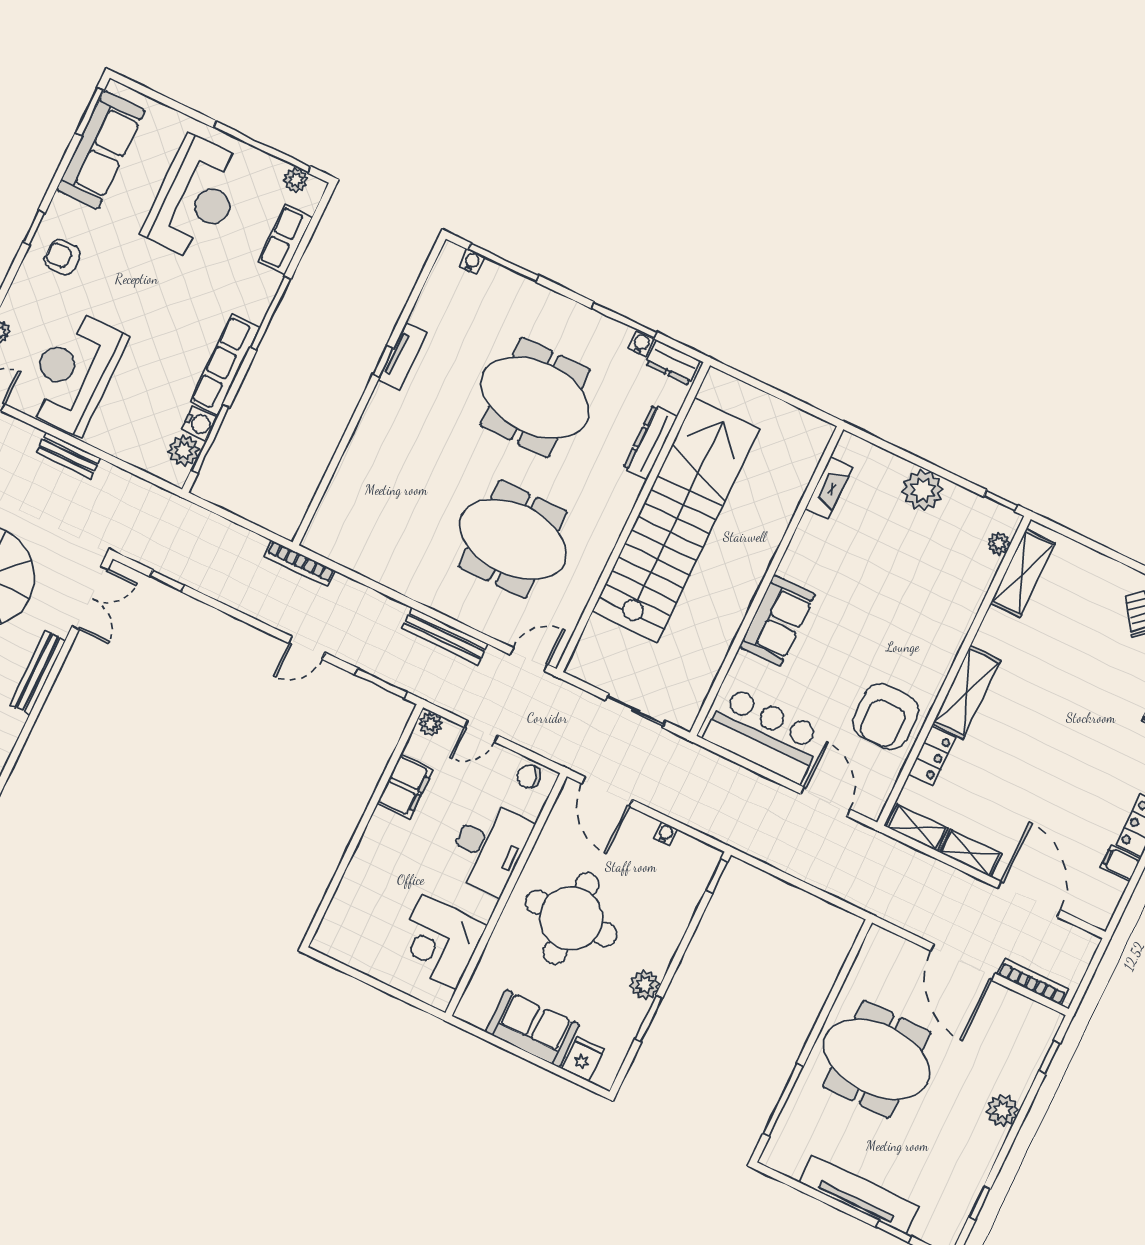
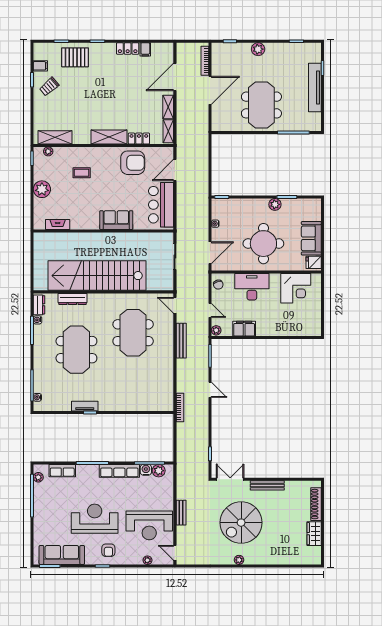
reception desk: (195, 198) -> (95, 519), moved
coffee table: (917, 594) -> (82, 173), added
fridge: (583, 1059) -> (314, 262), moved

